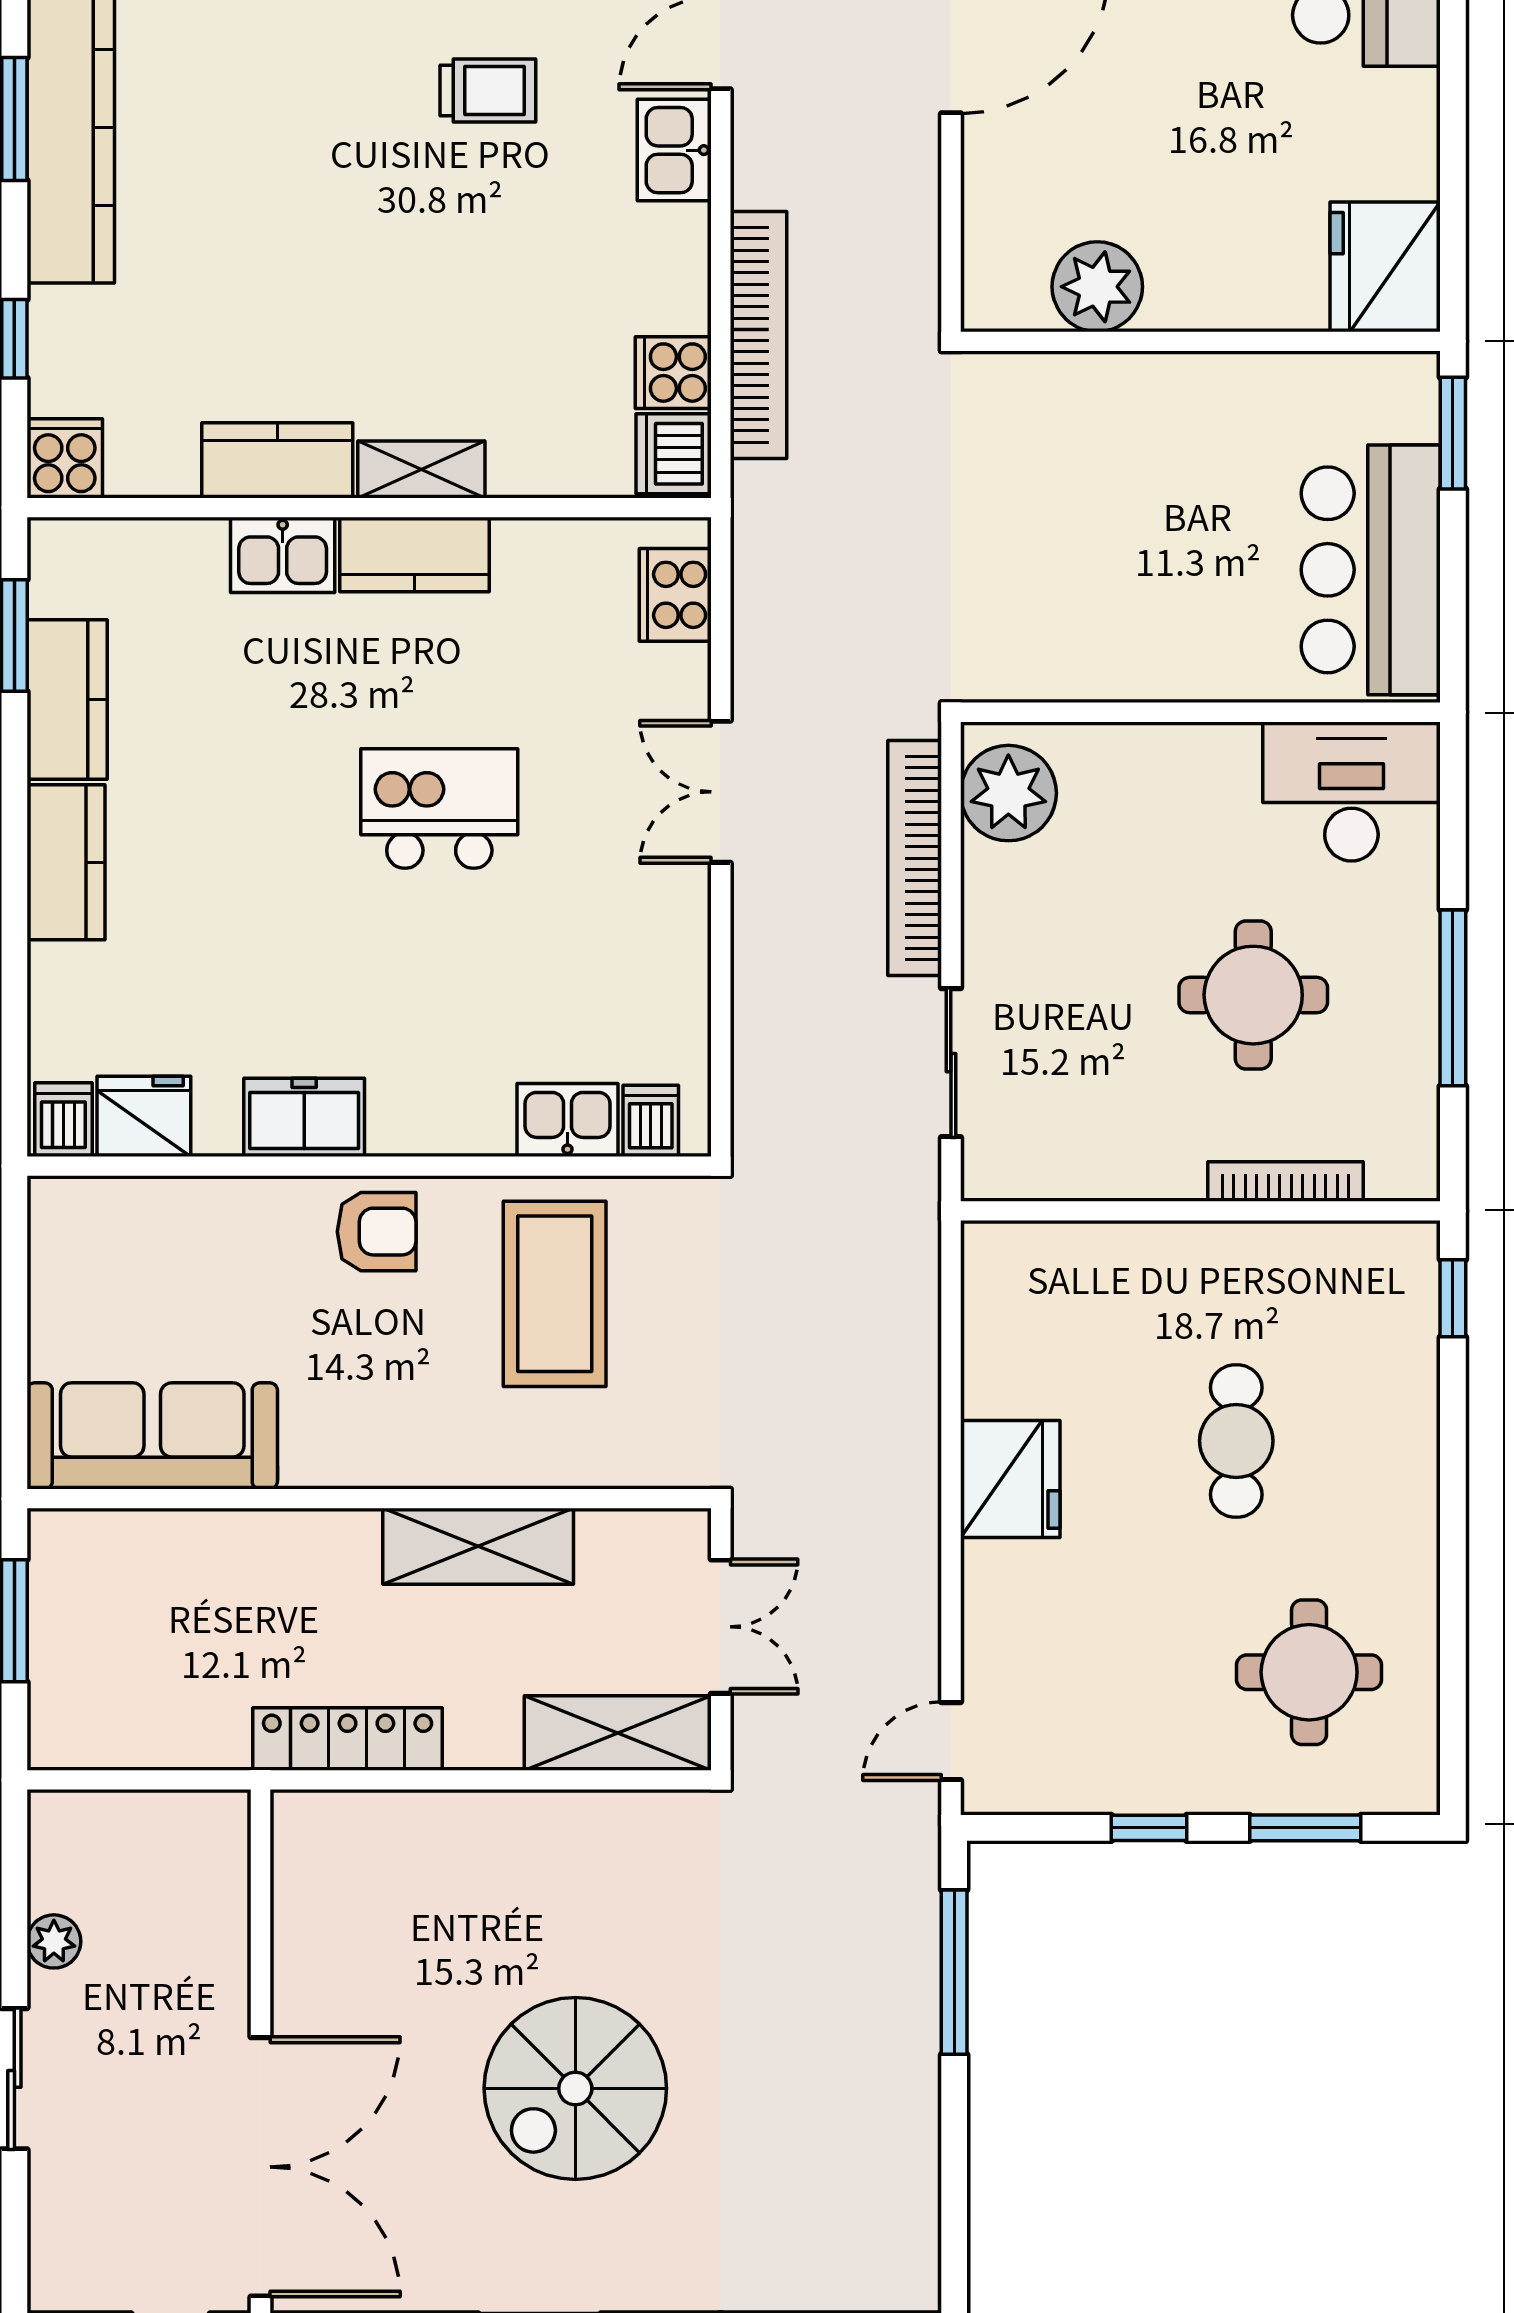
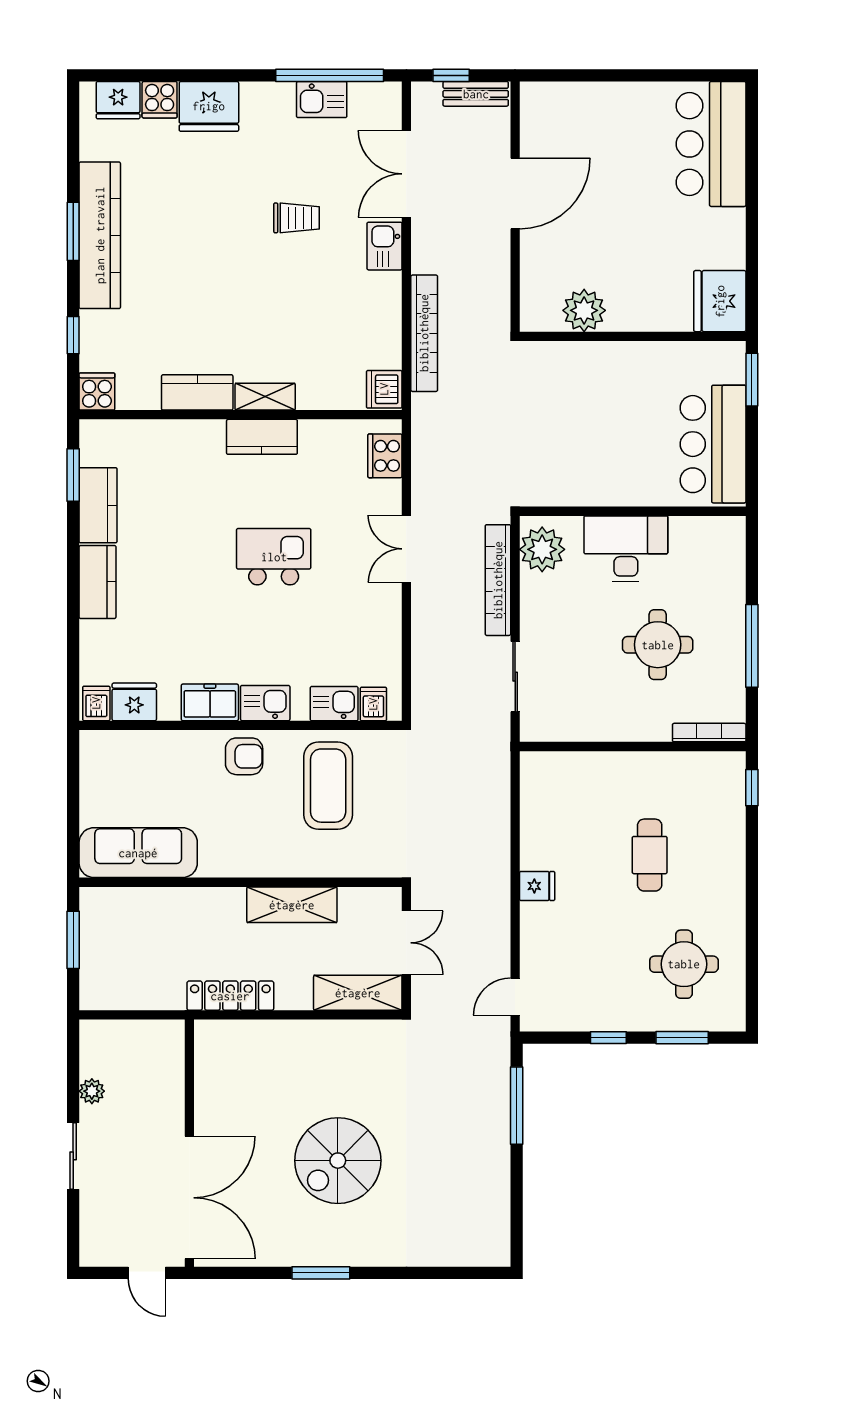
cooker: (673, 373) -> (384, 351), removed
kitchen sink: (283, 555) -> (265, 703), moved, turned 180
desk: (1351, 791) -> (626, 549), moved
bookcase: (1286, 1181) -> (709, 733), moved
fridge: (1010, 1479) -> (537, 886), width x0.53, depth x0.75

